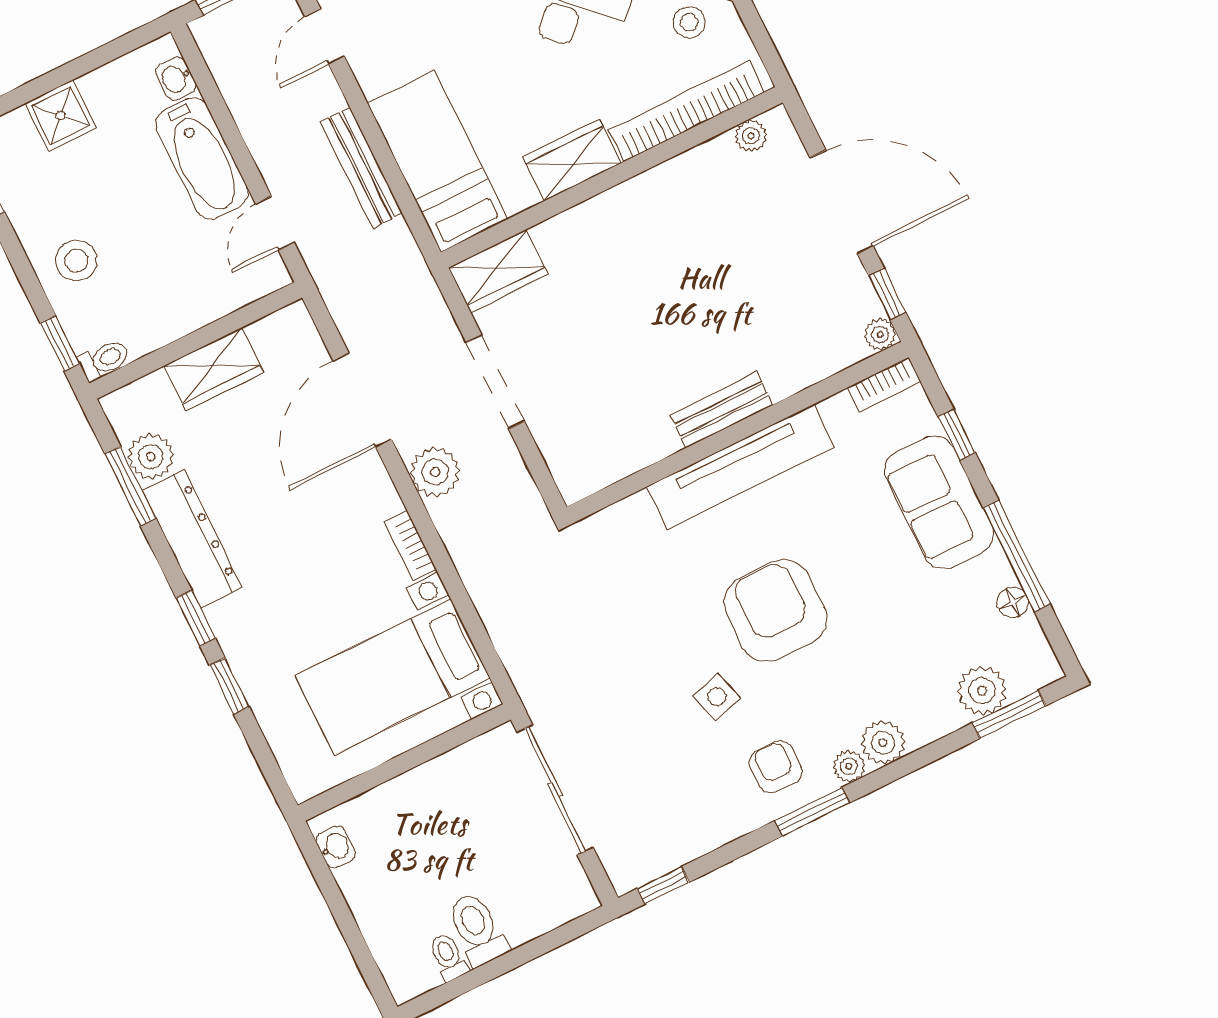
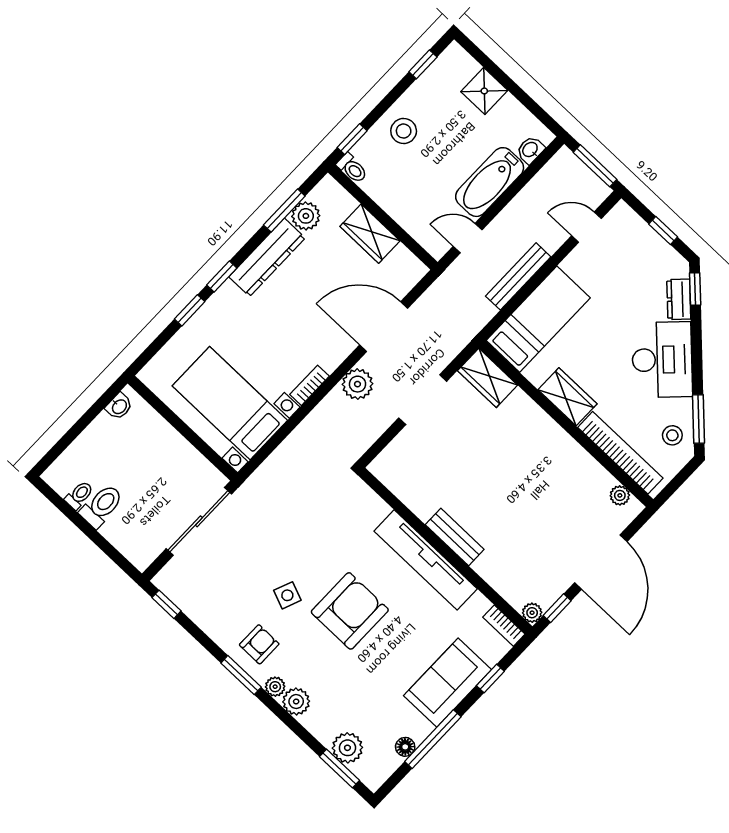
side table: (717, 697) -> (287, 595), turned 38

